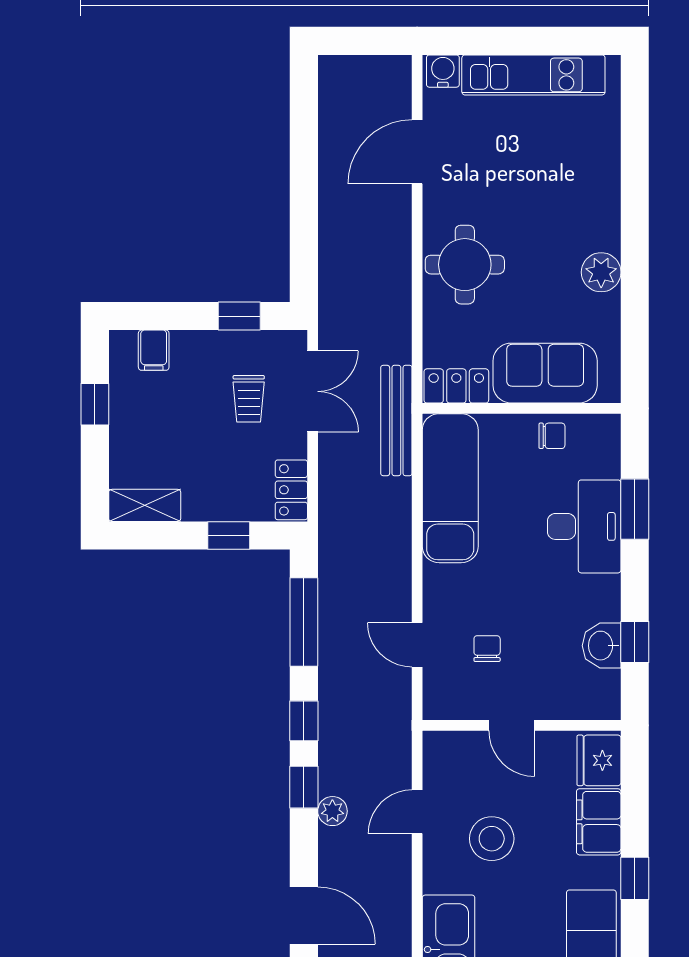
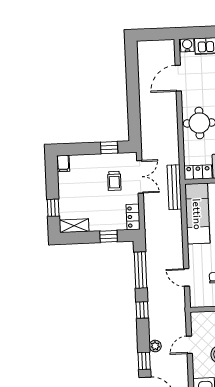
filing cabinet: (154, 350) -> (63, 163), moved
window: (95, 404) -> (53, 208), moved
window: (304, 787) -> (144, 361), moved

